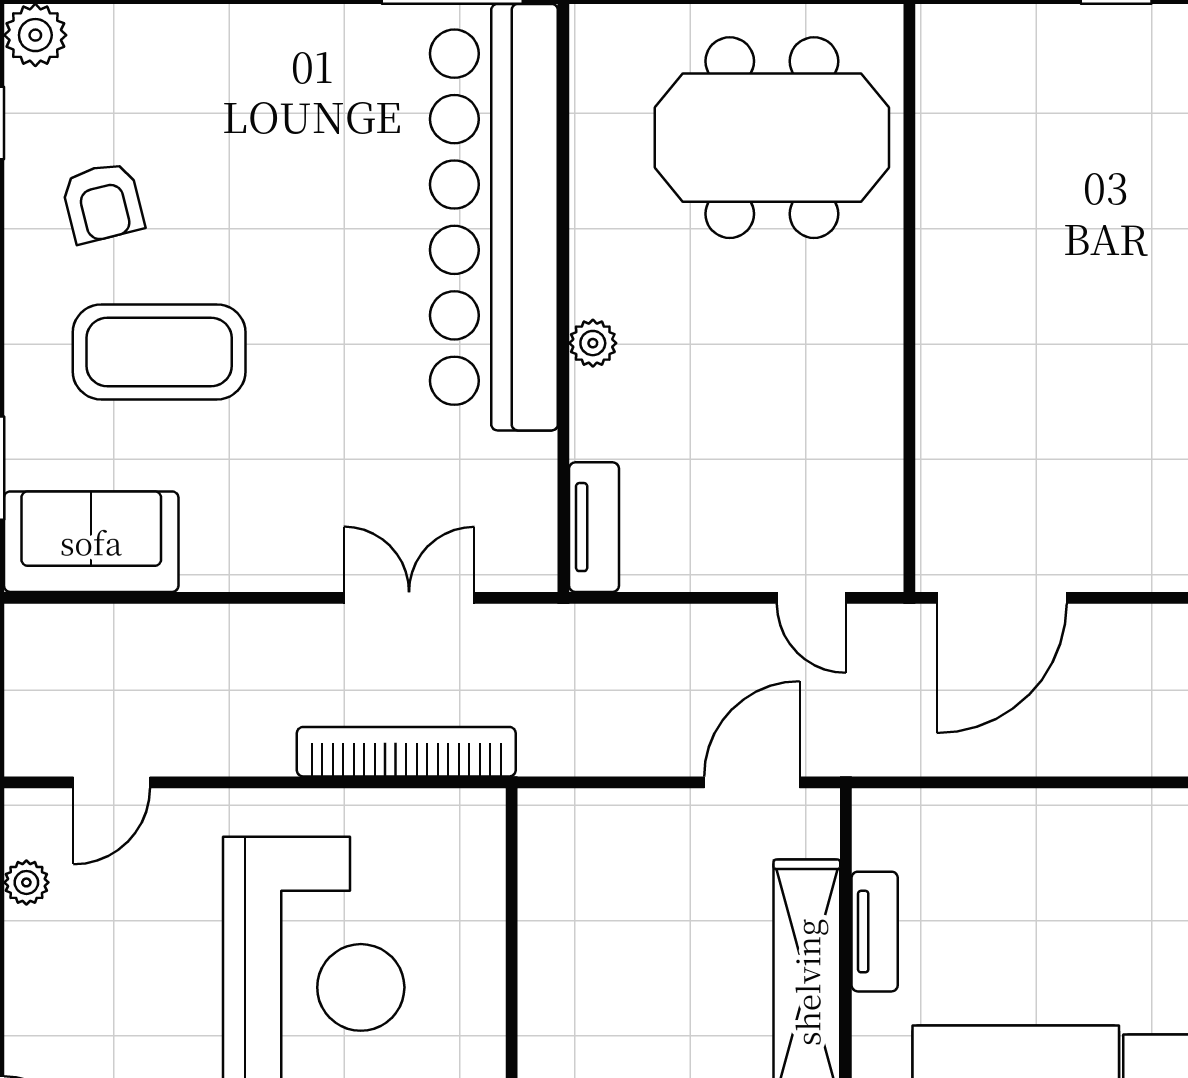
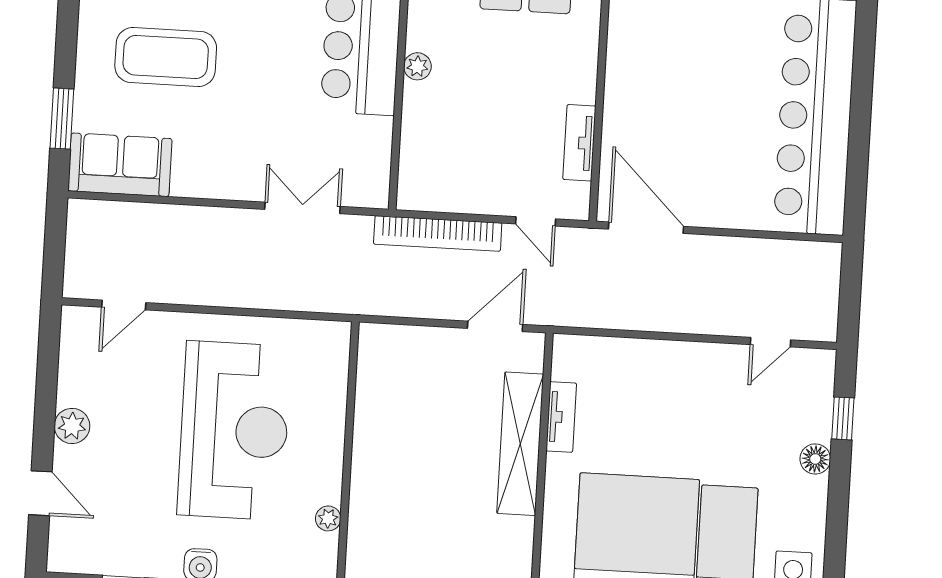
tv unit: (594, 527) -> (579, 143), moved, turned 180
door: (1002, 598) -> (646, 228), swing flipped
bookcase: (406, 752) -> (438, 233), moved, turned 180
plant: (26, 882) -> (72, 426), moved, width x1.38, depth x1.38

